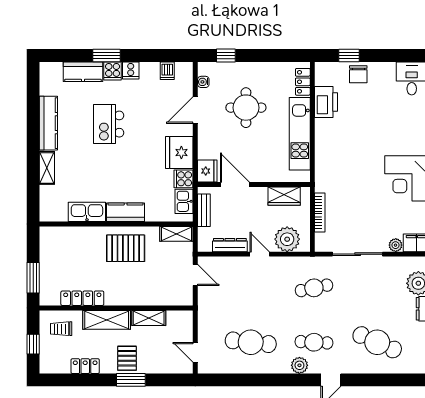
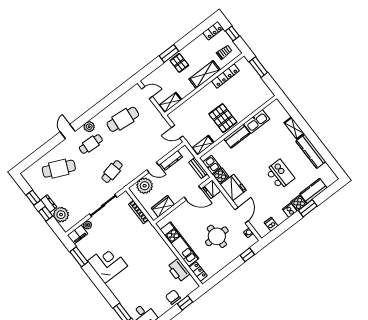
pallet: (126, 248) -> (223, 118), turned 90
shelving: (149, 318) -> (170, 102), moved
locker: (85, 366) -> (213, 31), moved

